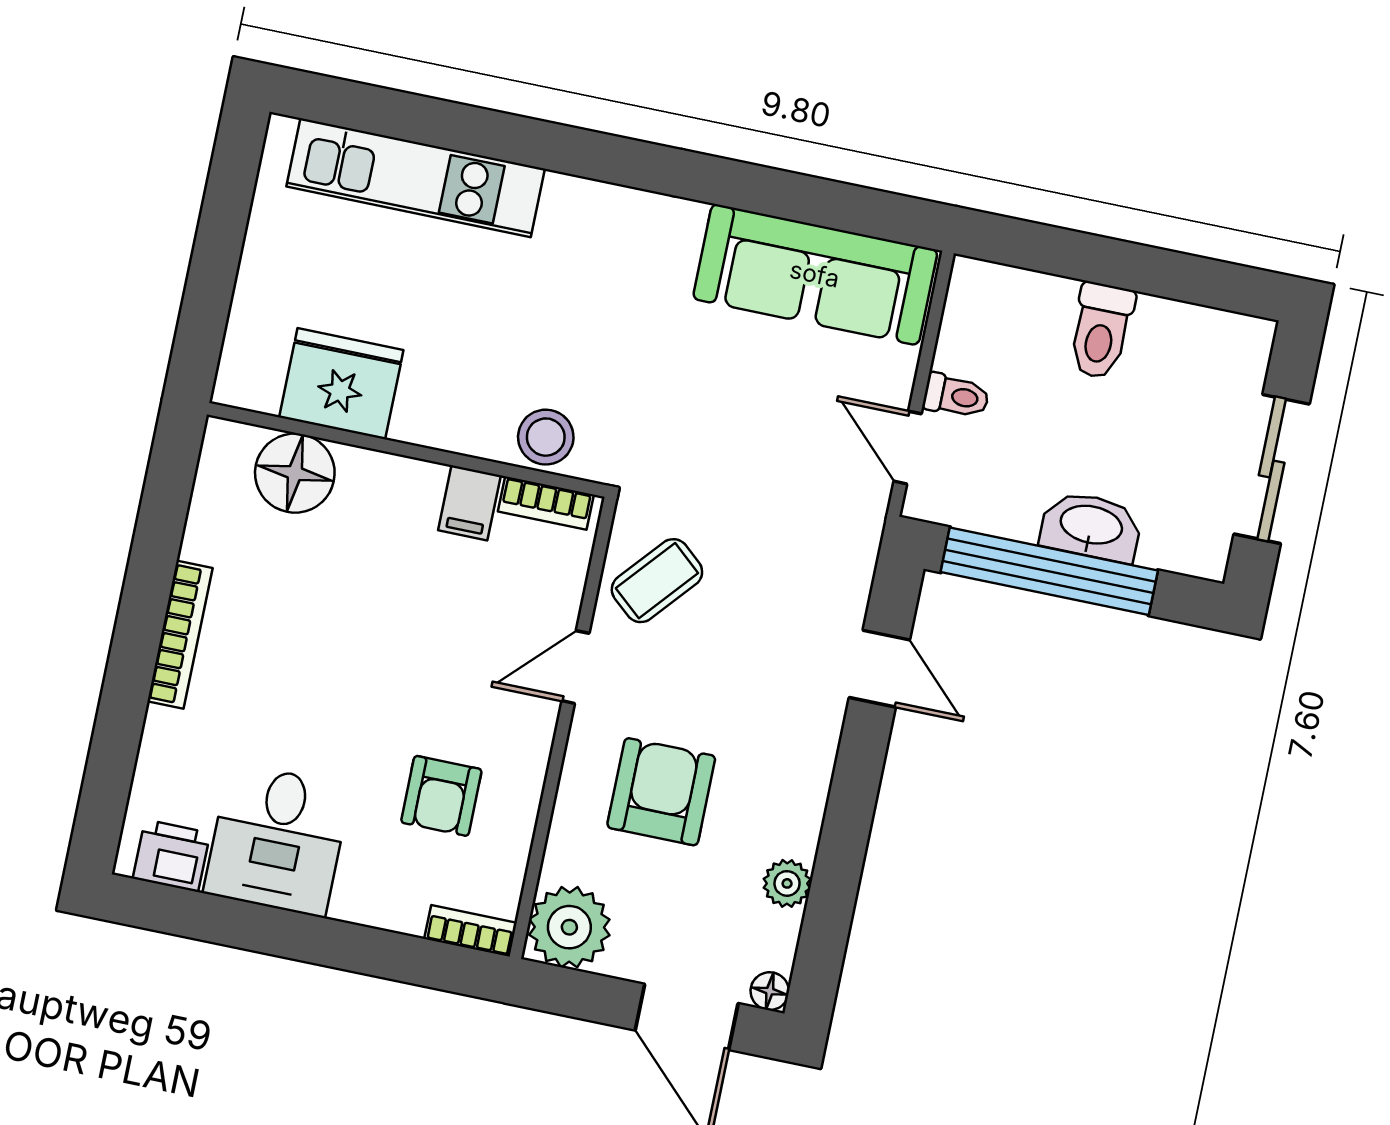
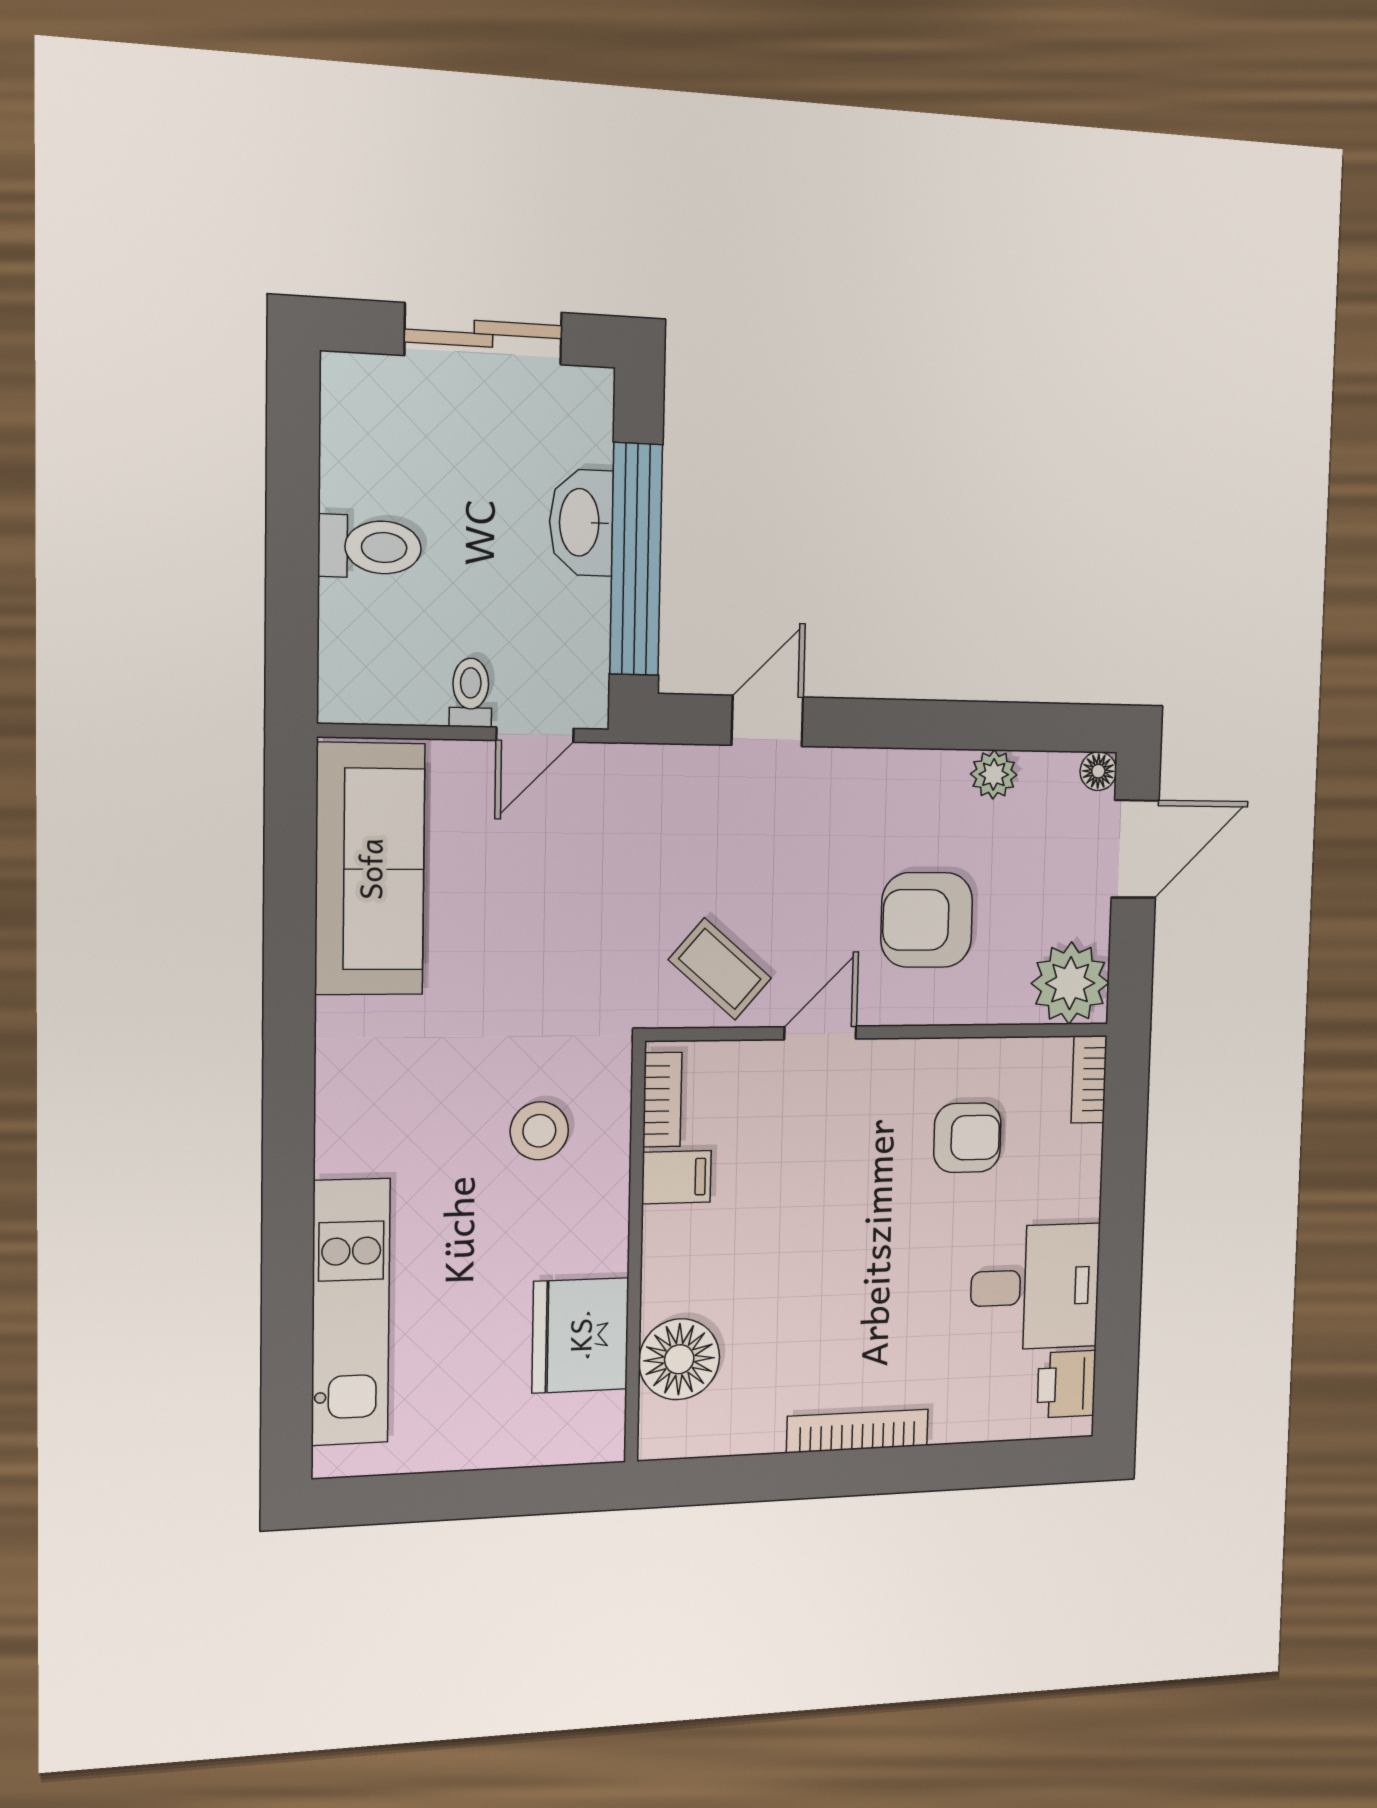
stool: (546, 437) -> (539, 1131), moved
door: (575, 667) -> (820, 1033), swing flipped

